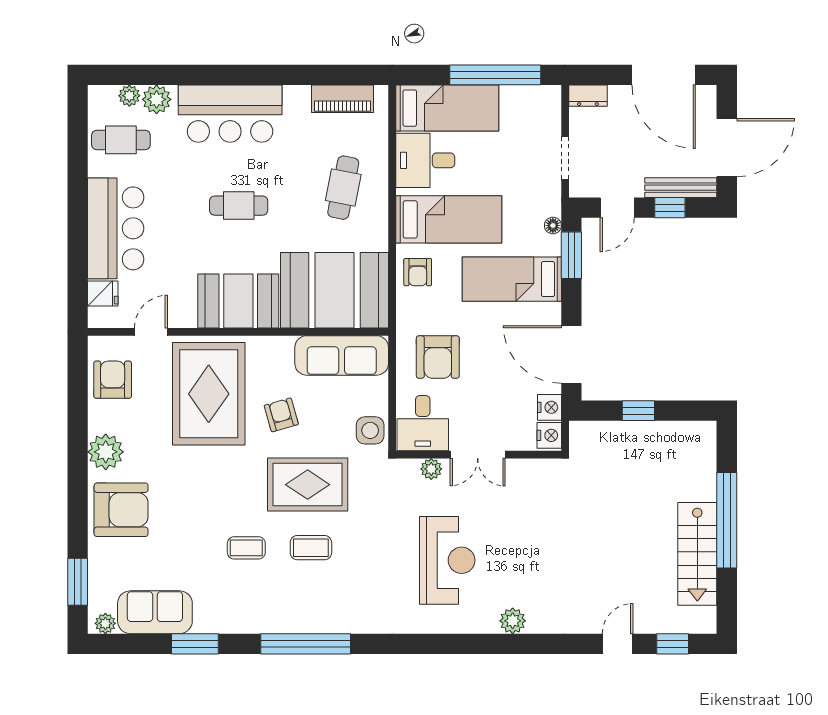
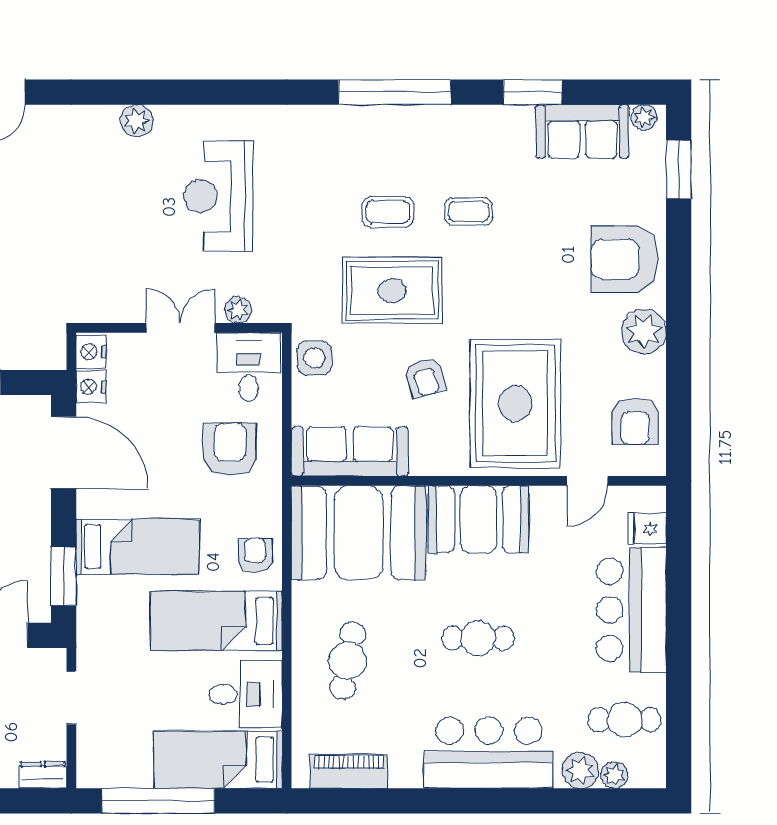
floor lamp: (553, 225) -> (86, 613), removed

